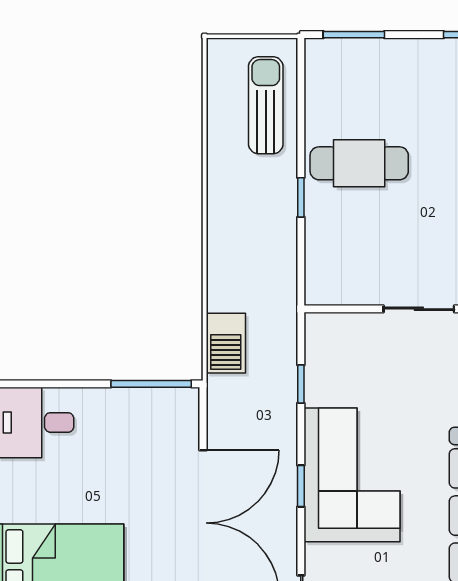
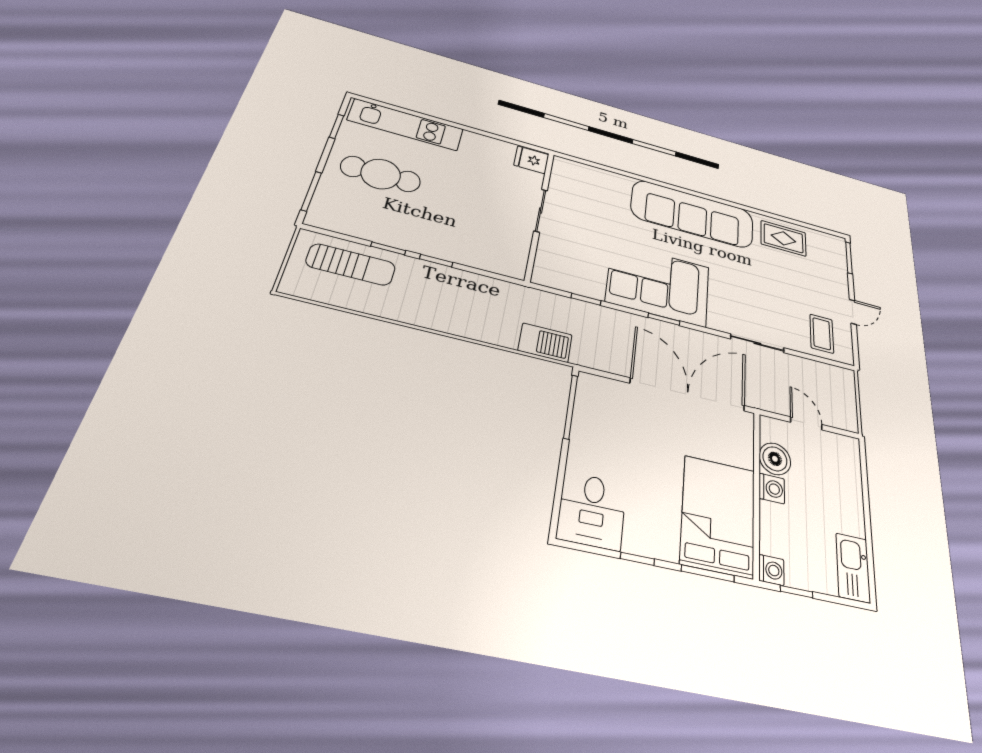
sun lounger: (266, 105) -> (351, 264), turned 180
window: (301, 140) -> (388, 248), added
cafe table: (359, 163) -> (381, 174), moved, turned 90

